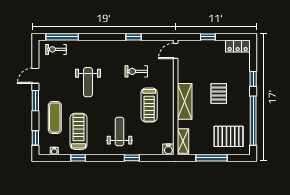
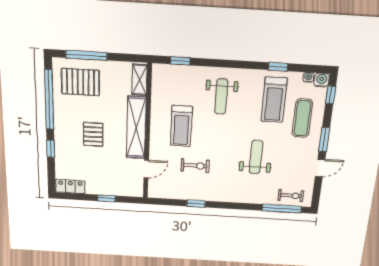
door: (176, 51) -> (146, 169), moved
shelving: (185, 101) -> (136, 128), width x1.47
treadmill: (149, 105) -> (181, 126), turned 180
water cooler: (168, 149) -> (322, 80), moved
window: (132, 158) -> (180, 61), moved
window: (211, 158) -> (86, 55), moved

